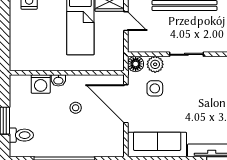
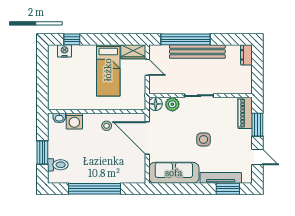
washbasin: (58, 80) -> (59, 118), moved
side table: (155, 88) -> (204, 139), moved
stool: (76, 108) -> (107, 126), moved

